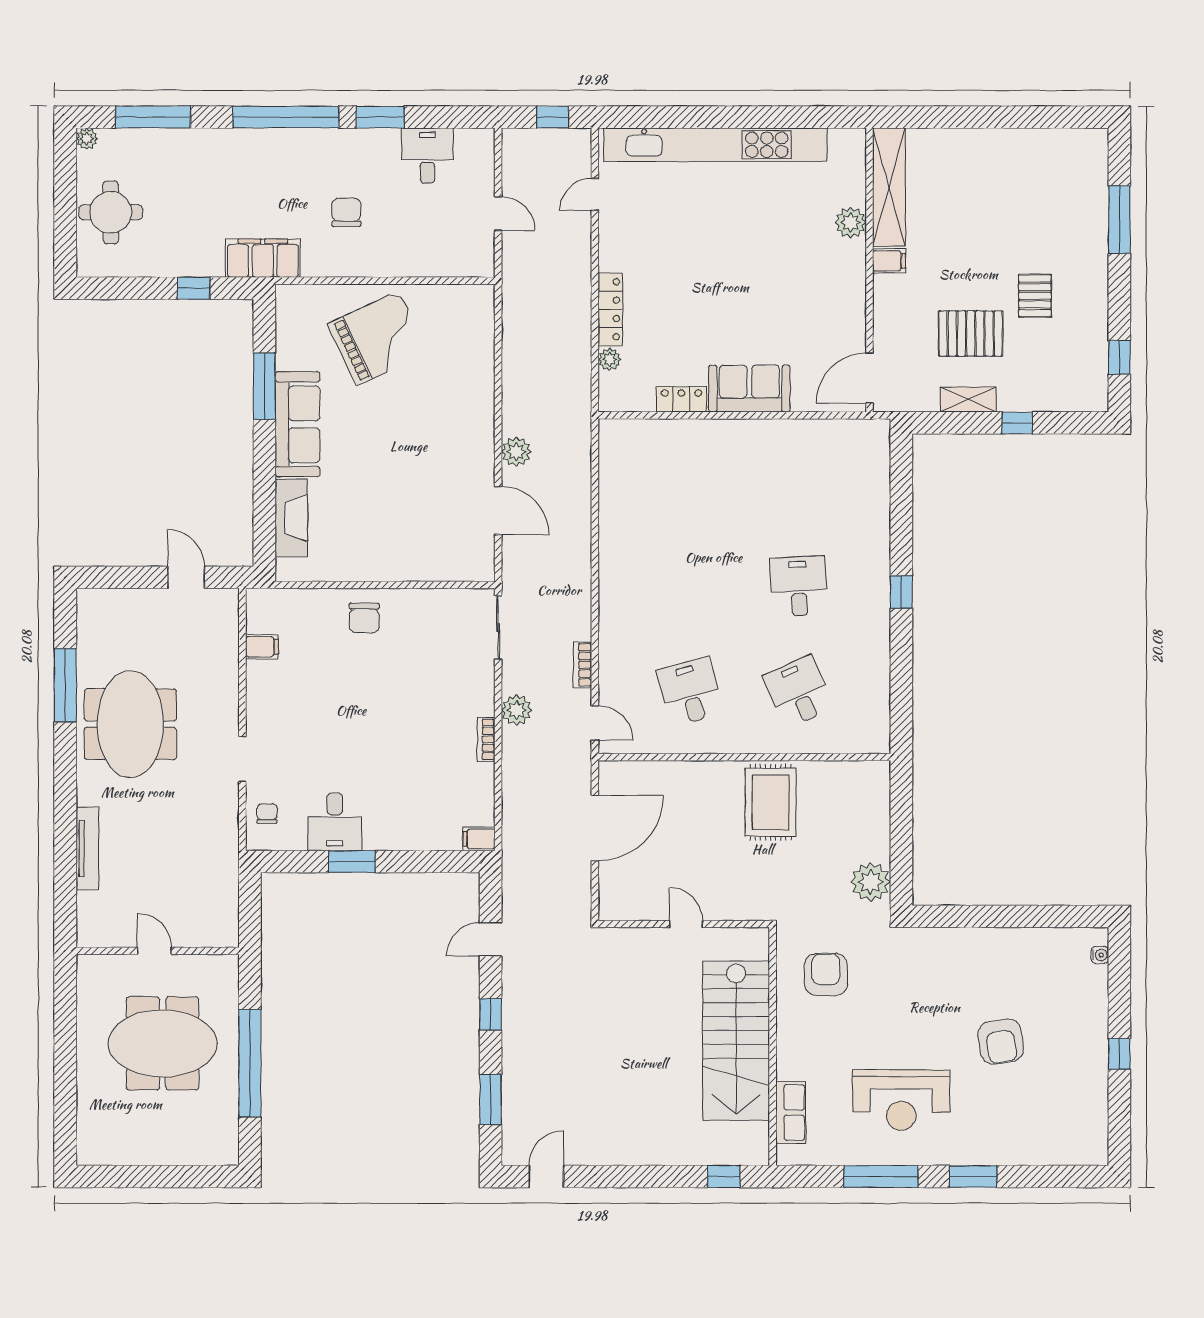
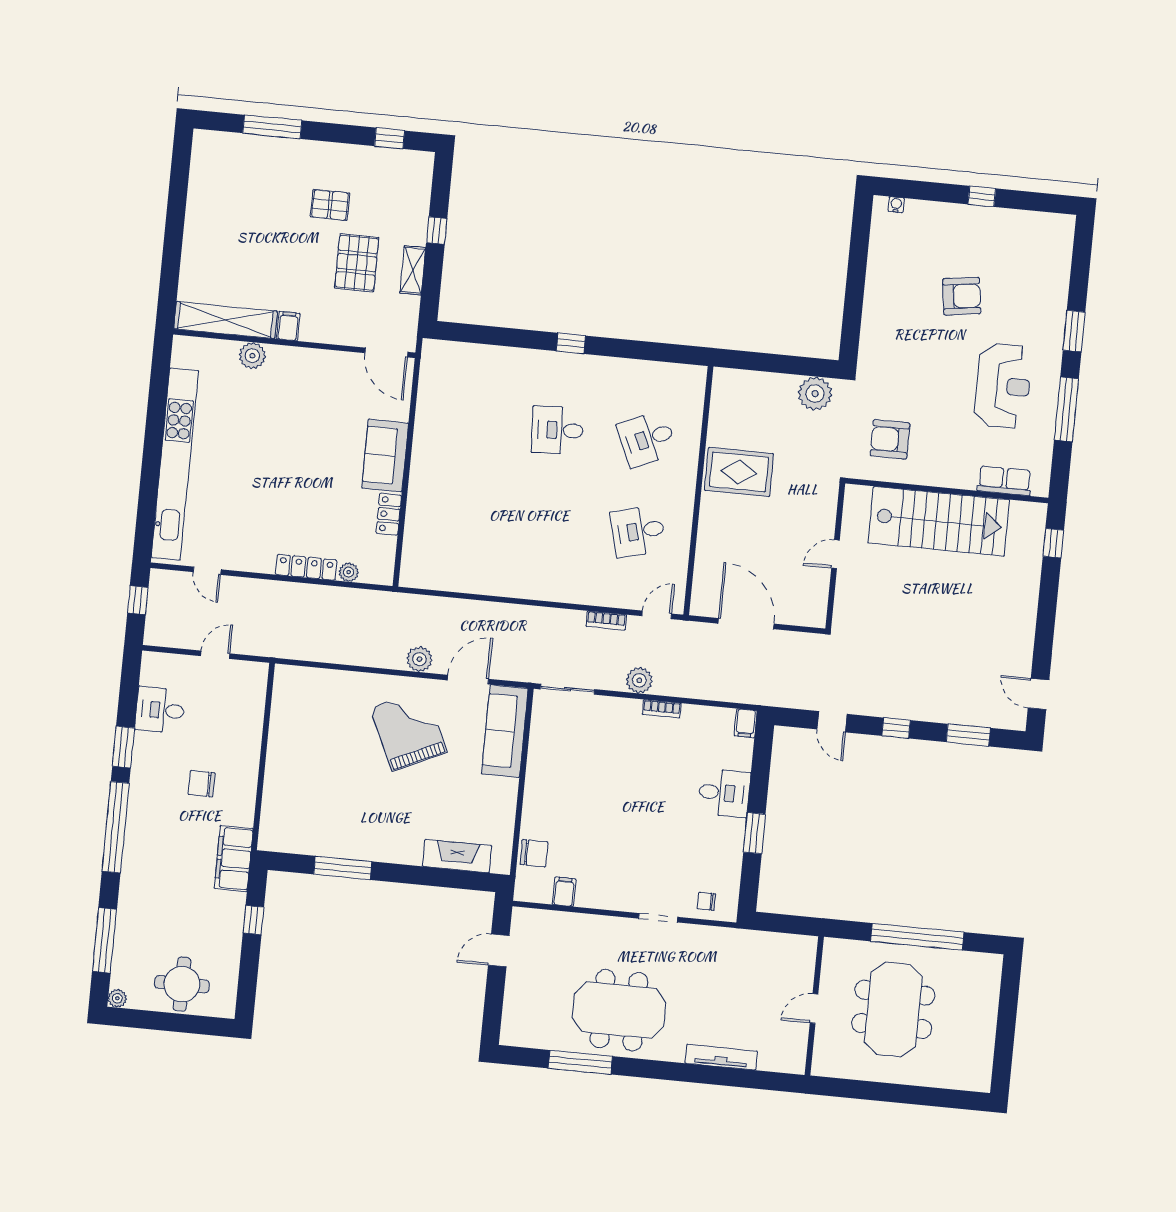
grand piano: (378, 338) -> (409, 730), moved
sofa: (298, 424) -> (505, 731), moved, turned -90
chair: (364, 618) -> (534, 853), moved
desk: (335, 822) -> (724, 793), moved

